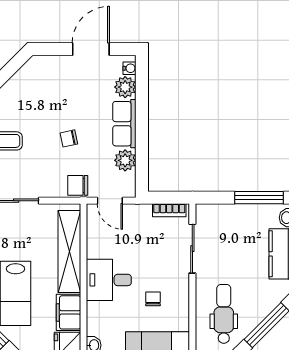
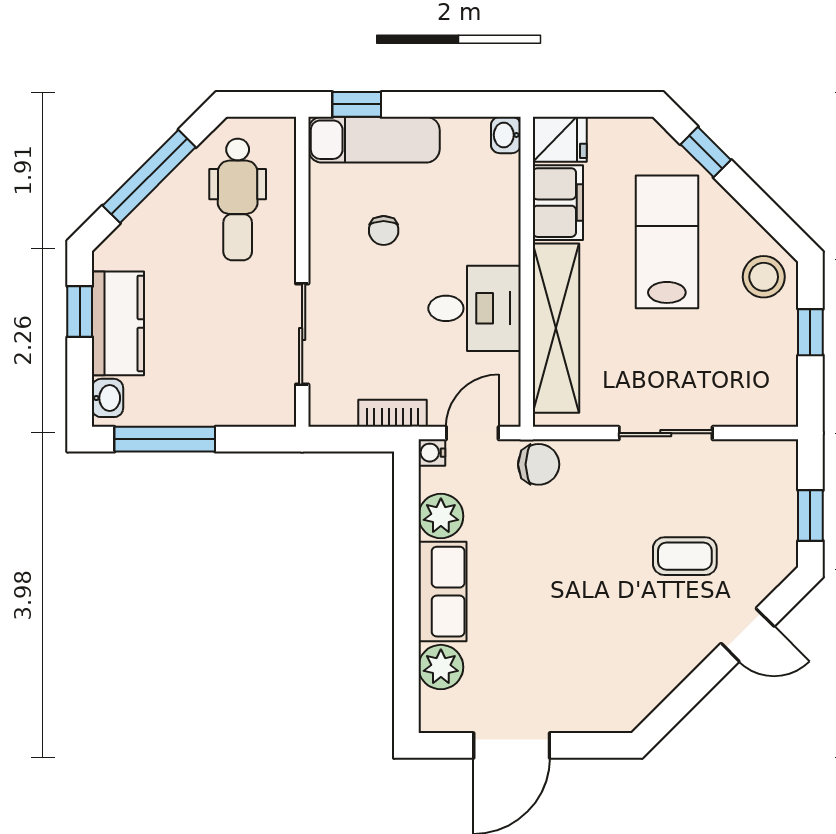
water cooler: (130, 68) -> (432, 453), moved
chair: (69, 138) -> (557, 561), removed
door: (110, 201) -> (472, 433), hinge flipped
bookcase: (169, 210) -> (392, 413), moved
desk: (109, 280) -> (475, 308), moved

